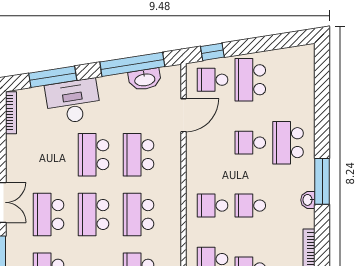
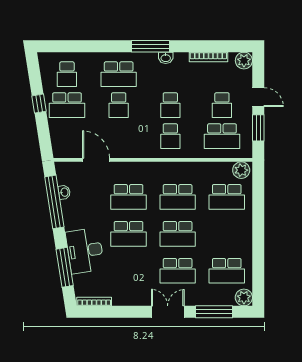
window: (212, 52) -> (39, 104), moved
washbasin: (145, 79) -> (64, 192), width x0.52, depth x0.69
school desk: (213, 80) -> (67, 74), moved

